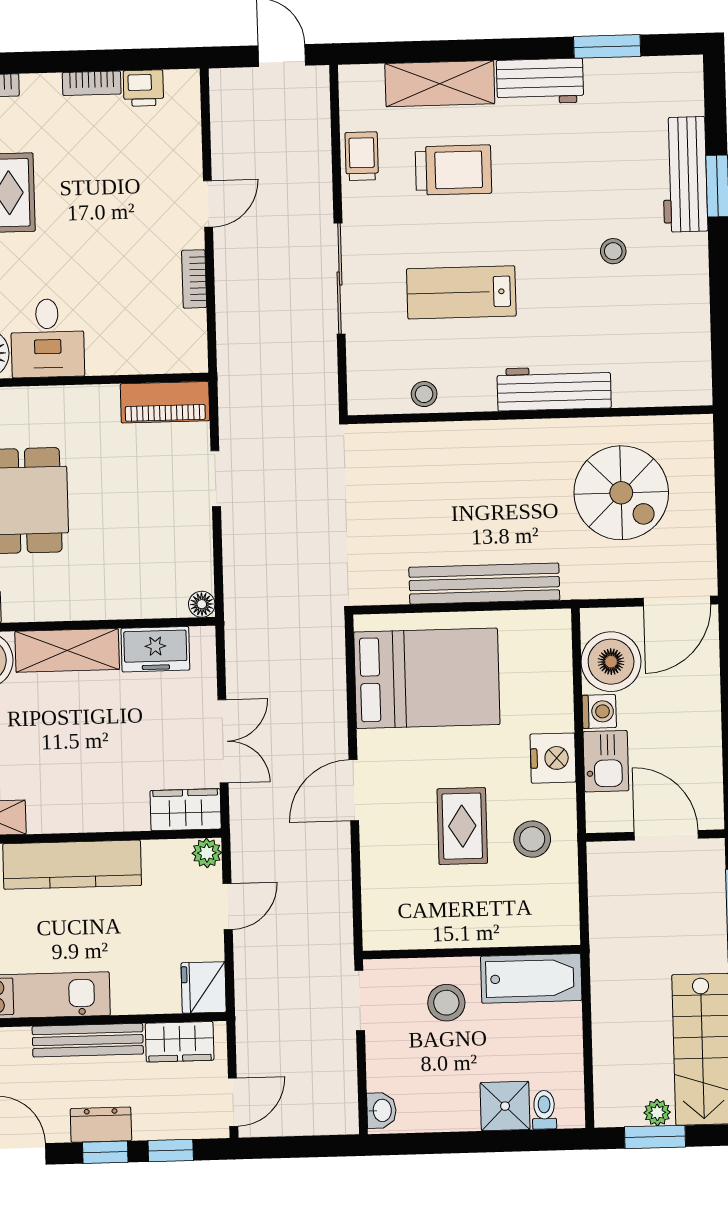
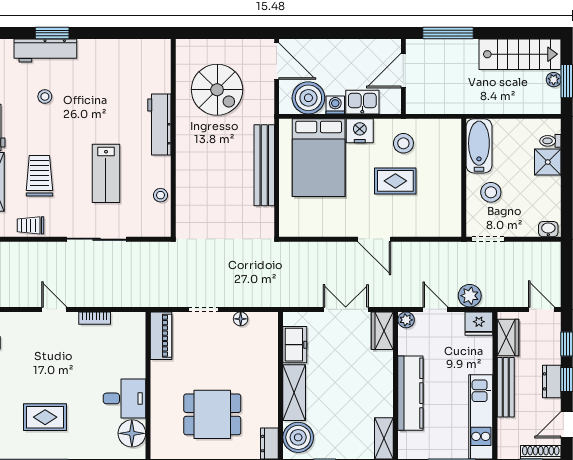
stool: (613, 251) -> (45, 96), moved
spiral stairs: (621, 493) -> (217, 90), turned 90
floor lamp: (202, 604) -> (241, 319), moved
bed: (427, 678) -> (319, 158), moved, turned 180
plant: (255, 969) -> (470, 296), added

